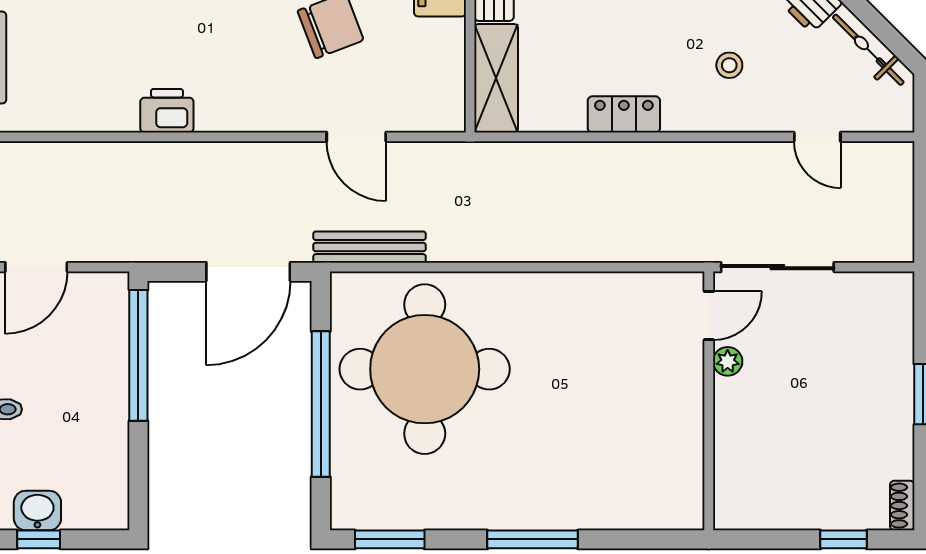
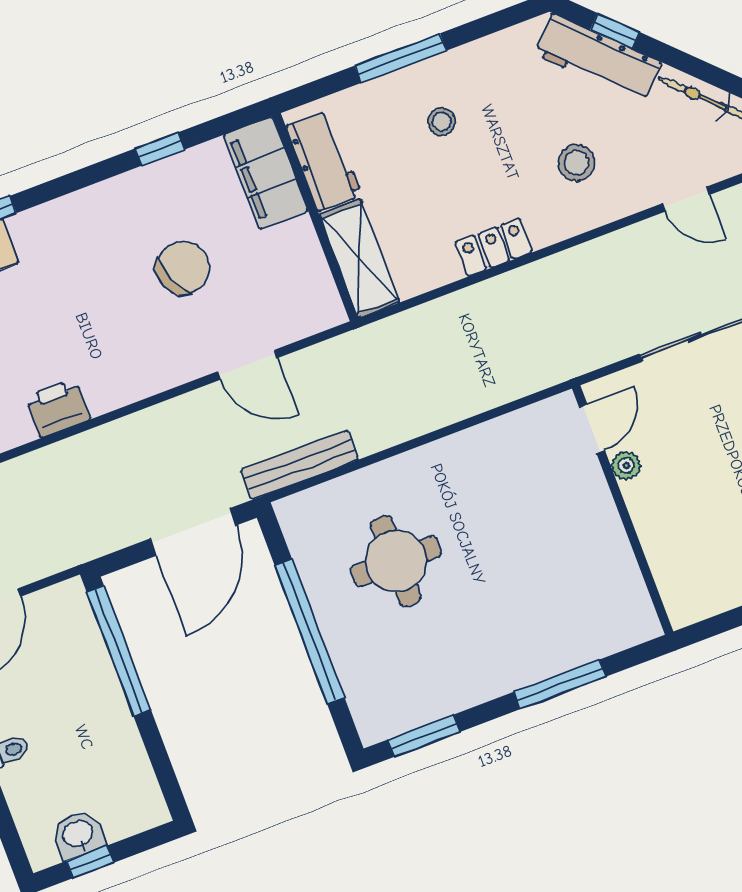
stool: (729, 65) -> (576, 163), width x1.37, depth x1.37
door: (709, 316) -> (592, 429), moved
plant: (728, 361) -> (626, 466), moved
round table: (425, 369) -> (396, 561), width x0.54, depth x0.54
wall: (709, 401) -> (623, 510), moved

